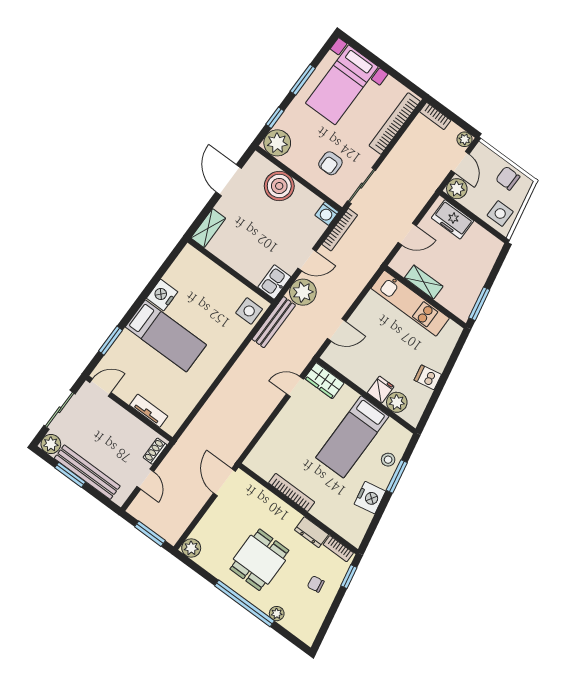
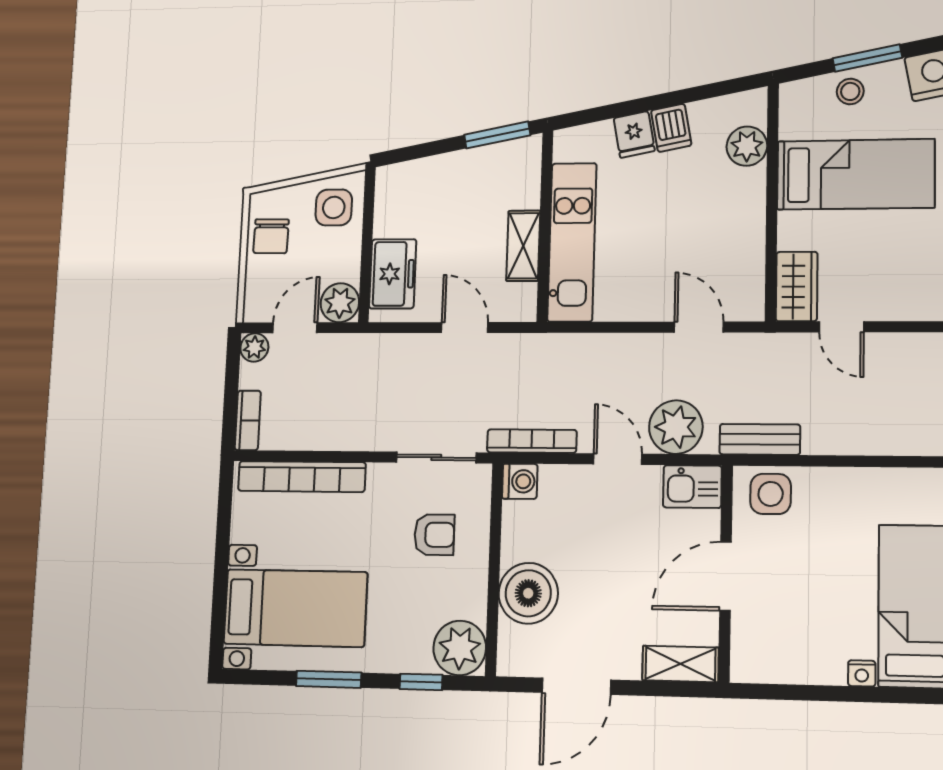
door: (230, 270) -> (725, 576), added
nightstand: (162, 295) -> (862, 673), width x0.53, depth x0.56
bench: (274, 322) -> (760, 439), width x0.73
fridge: (381, 390) -> (634, 134), moved, turned -101

